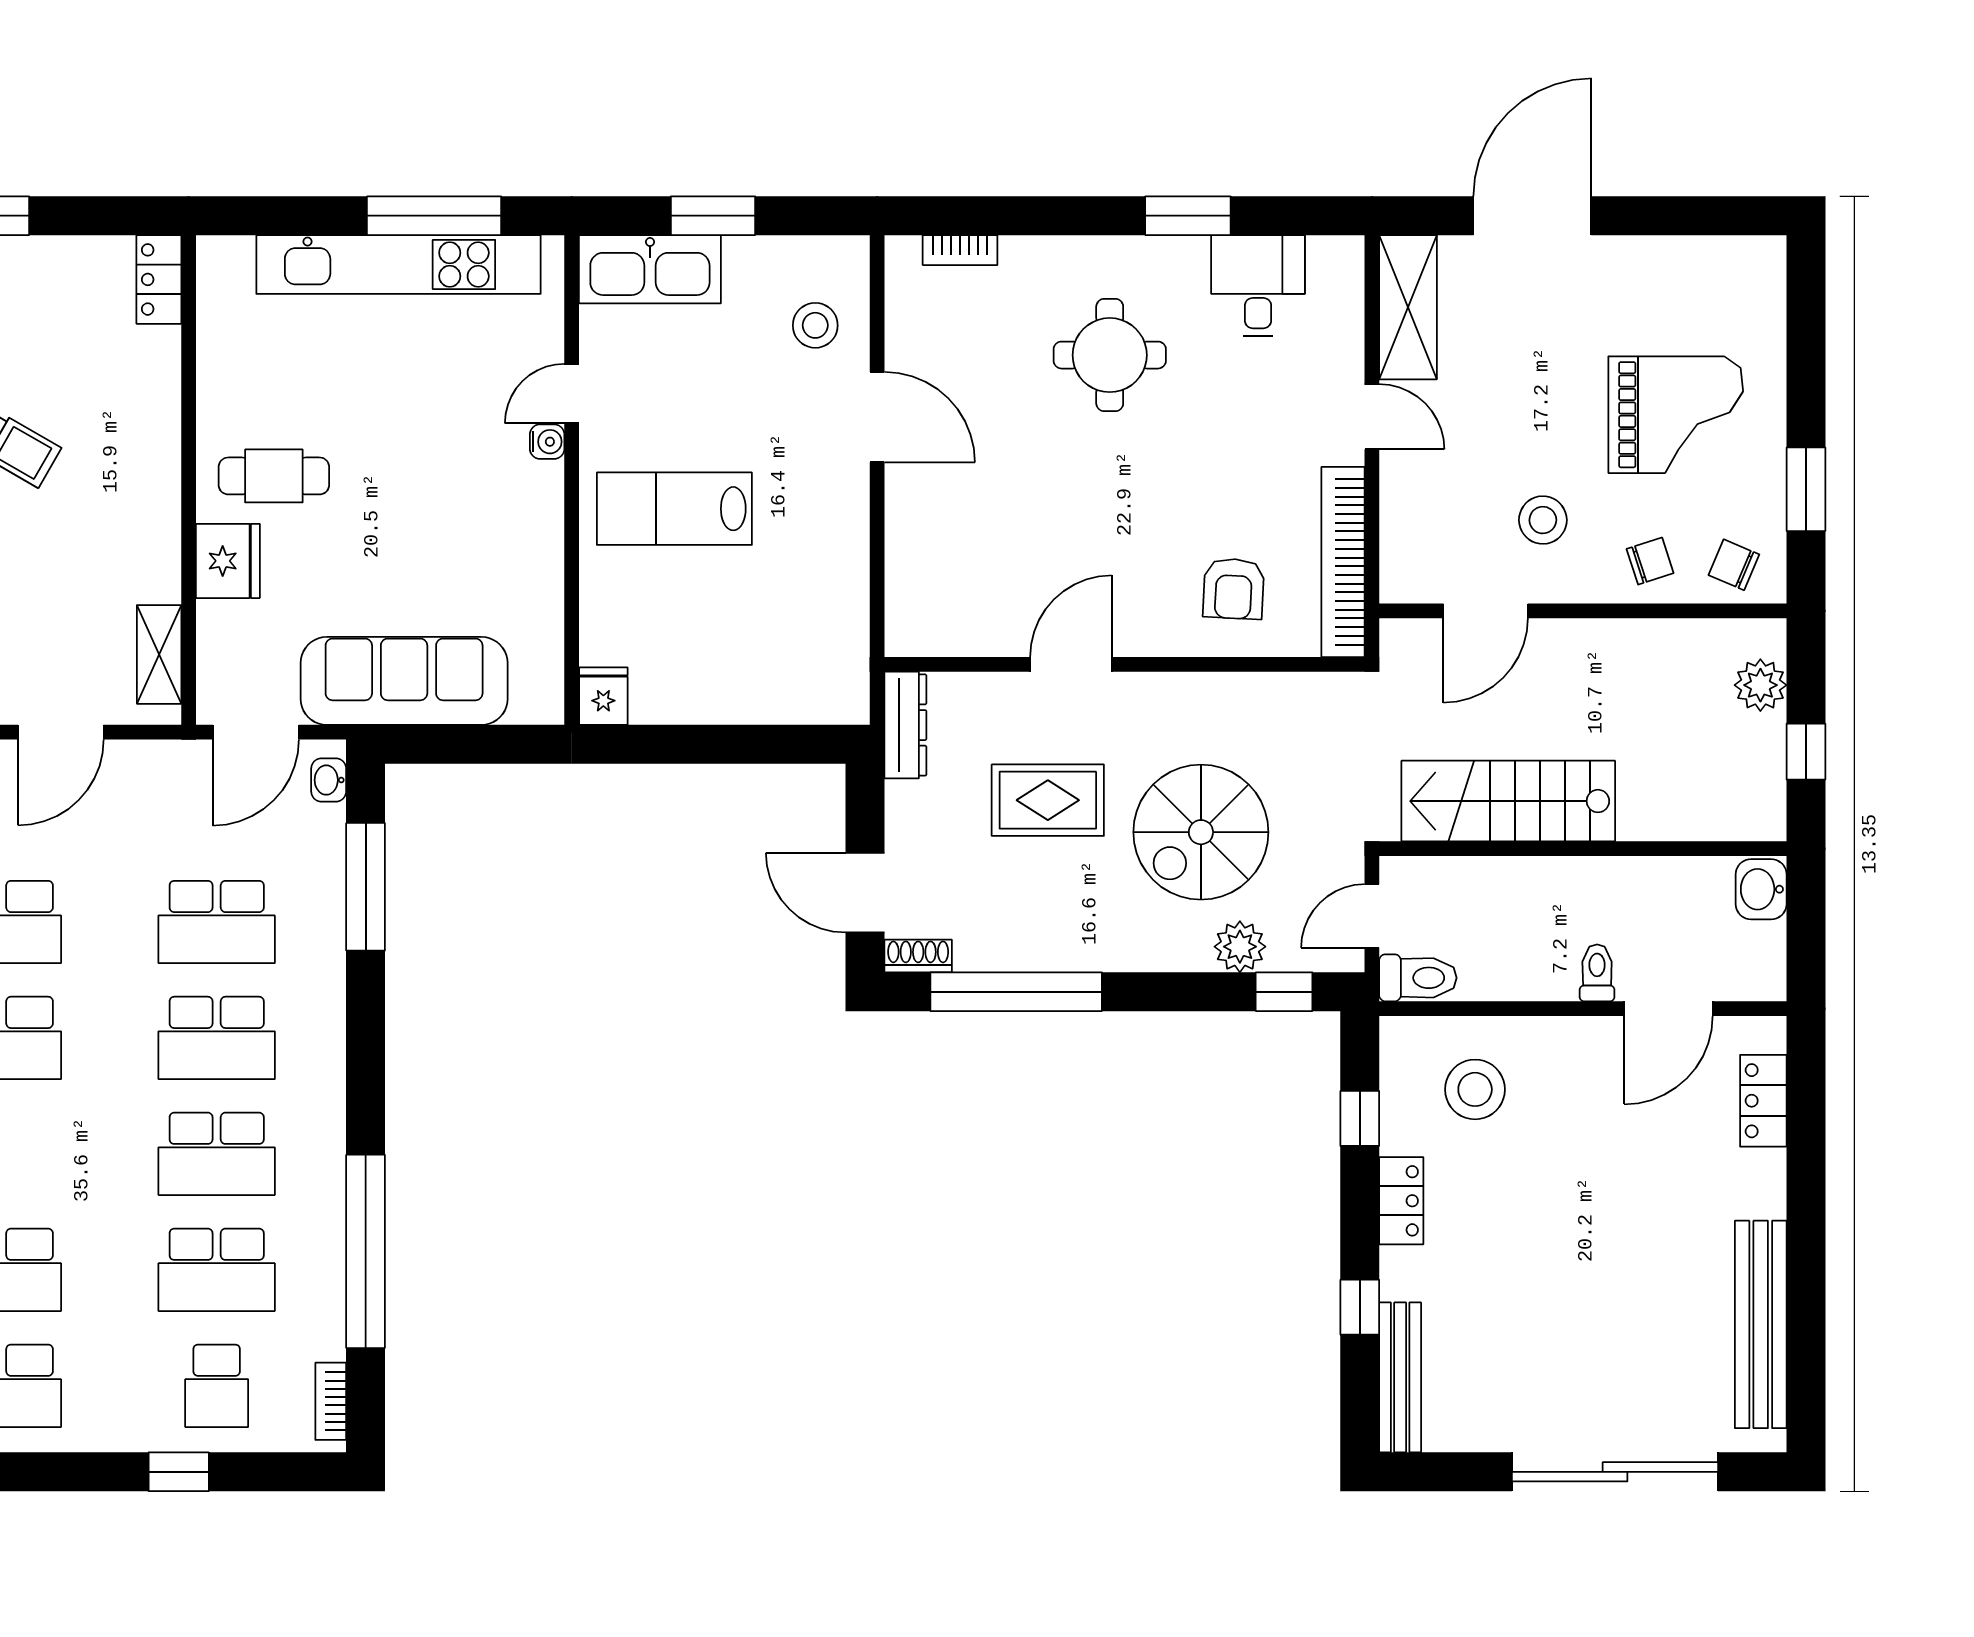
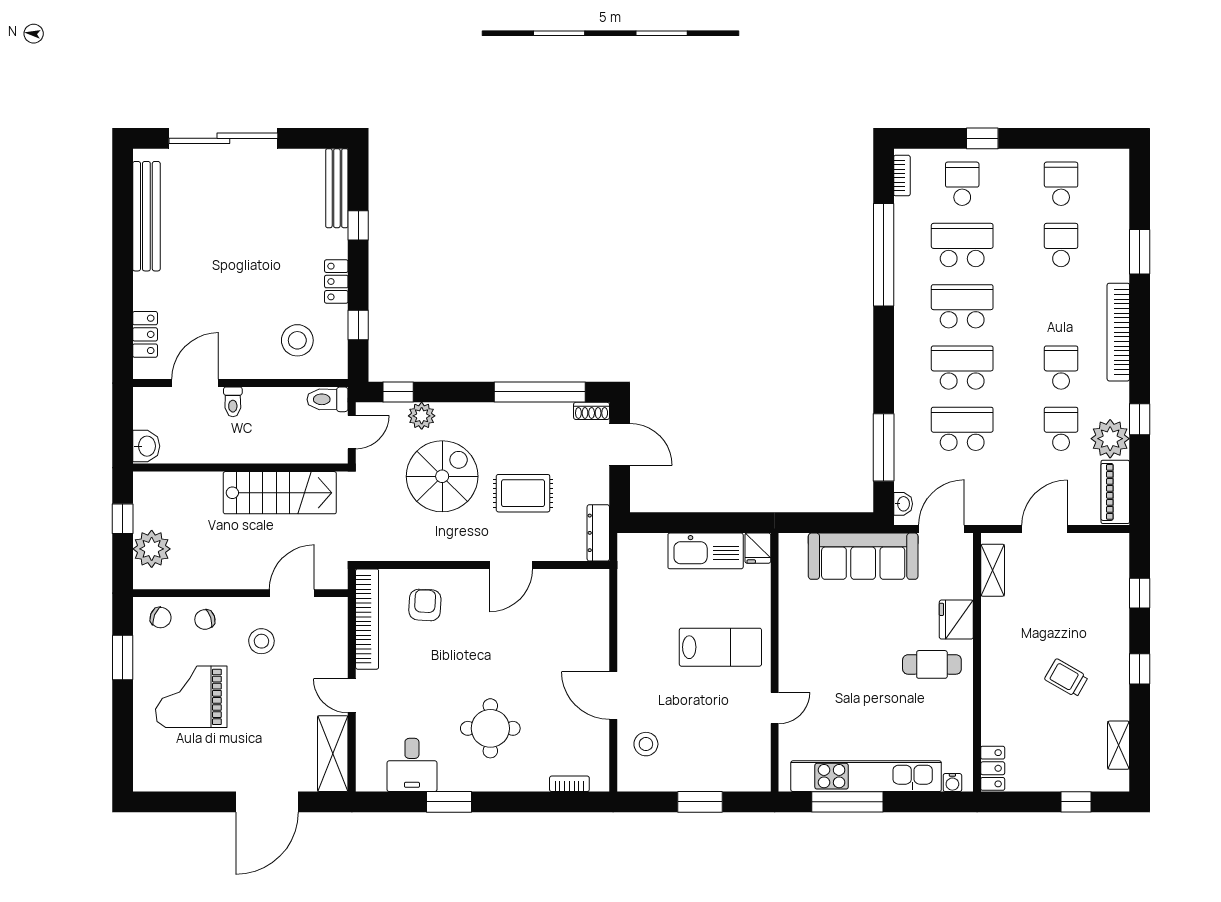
kitchen sink: (650, 269) -> (706, 551), moved, turned 180
water cooler: (547, 442) -> (952, 783), moved, turned -90
plant: (1760, 685) -> (152, 549), width x1.36, depth x1.36

